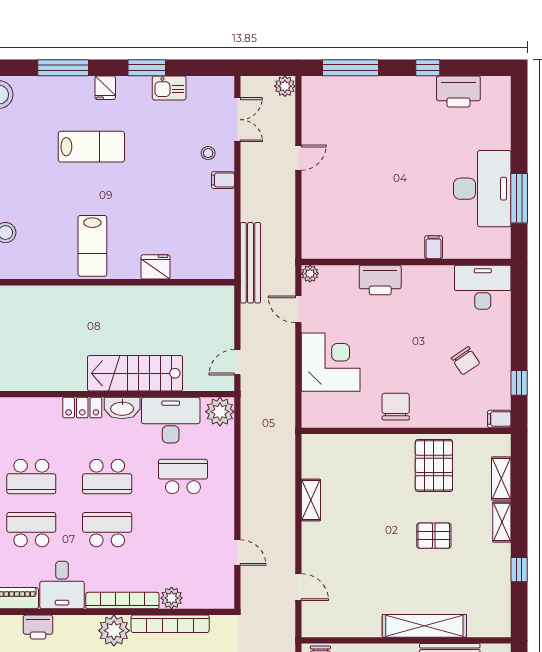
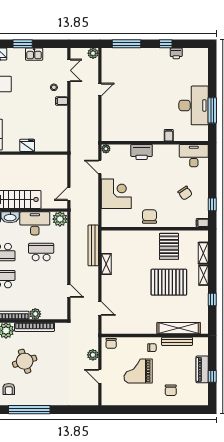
printer: (458, 91) -> (176, 53), width x0.53, depth x0.68
bench: (250, 263) -> (93, 245), moved
pallet: (434, 536) -> (169, 282), width x2.05, depth x2.00
shelving: (424, 626) -> (179, 328), moved

